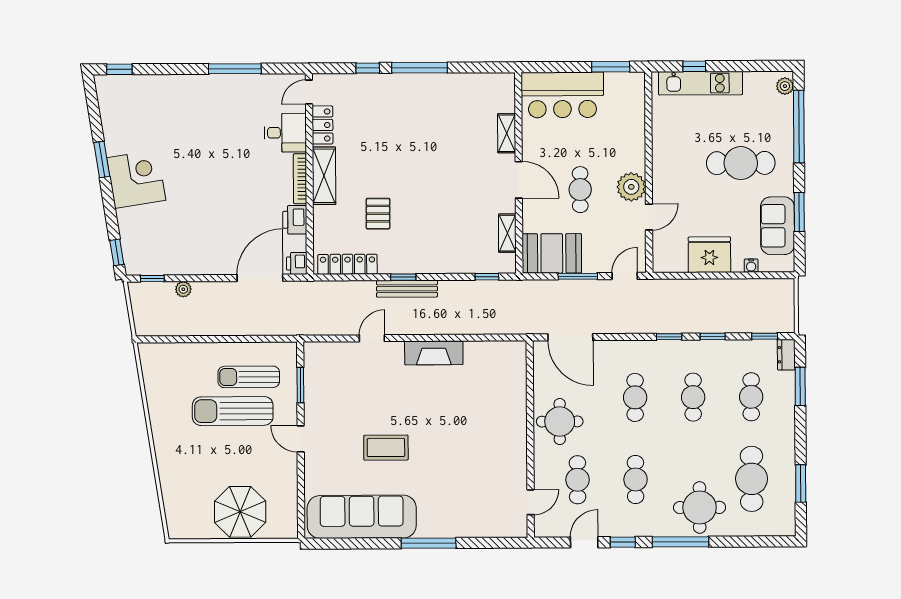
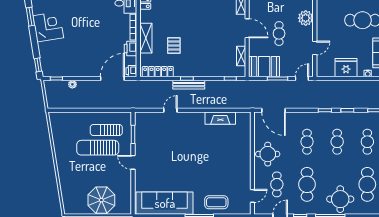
shelving: (324, 176) -> (146, 38), moved
plant: (631, 187) -> (306, 18), moved
fireplace: (434, 353) -> (220, 118), moved
coffee table: (386, 448) -> (216, 202), moved
cafe table: (636, 479) -> (307, 184), width x1.37, depth x1.35

